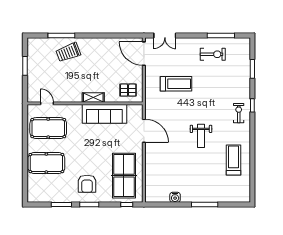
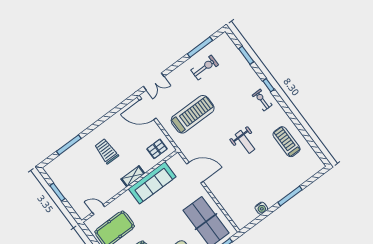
trolley: (68, 52) -> (106, 151), moved, turned 111
treadmill: (176, 84) -> (193, 114), width x1.37, depth x1.38

